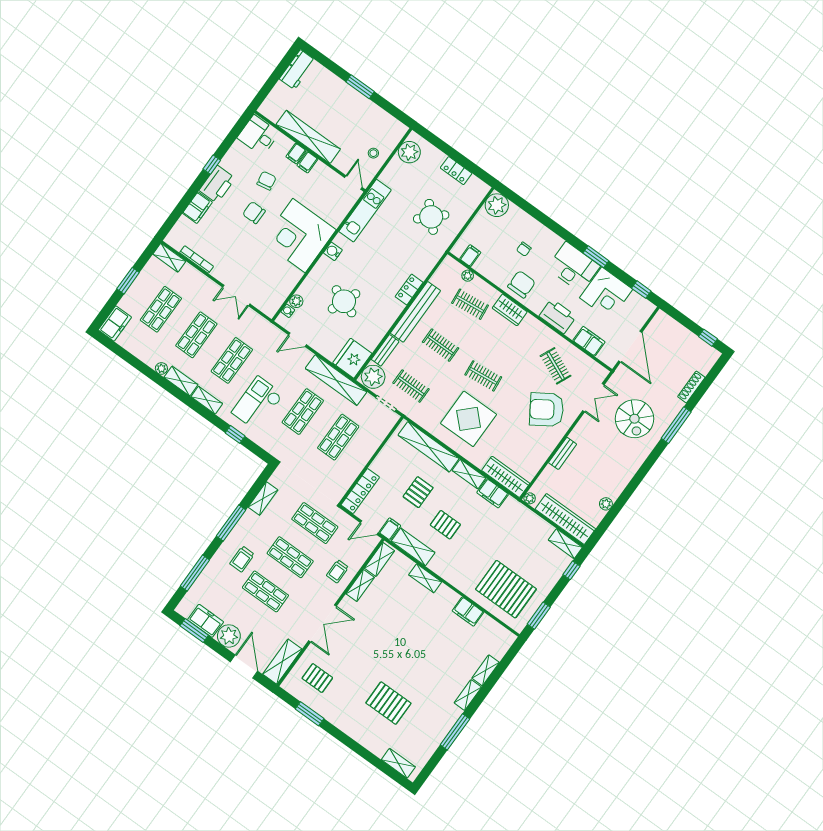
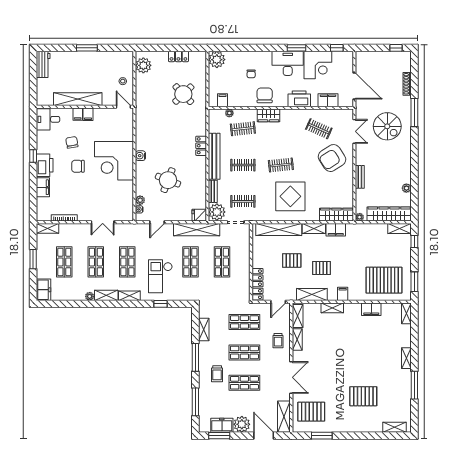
kitchen unit: (365, 211) -> (142, 118), removed
fridge: (352, 358) -> (199, 215), width x0.53, depth x0.75
pallet: (418, 492) -> (292, 260), turned 90
filing cabinet: (390, 529) -> (343, 294), moved
shelving: (486, 670) -> (406, 313), moved
pallet: (317, 678) -> (311, 412), width x1.50, depth x1.42

